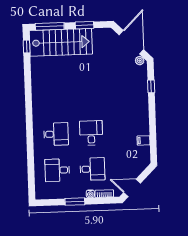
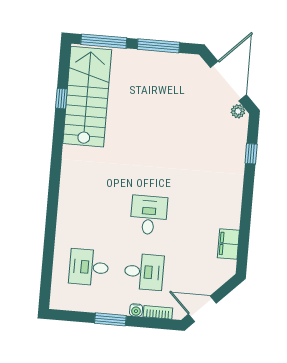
window: (85, 25) -> (158, 46), width x1.44
stairs: (61, 42) -> (87, 97), moved, turned -90
window: (27, 47) -> (61, 99), moved
desk: (56, 134) -> (94, 210), removed
filing cabinet: (143, 140) -> (228, 244), width x2.00

